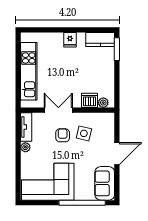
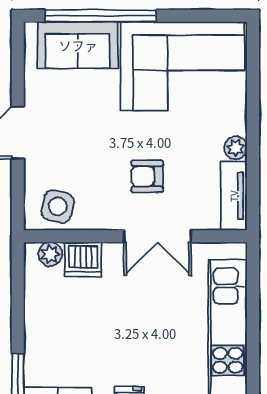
side table: (84, 133) -> (58, 206), moved
armchair: (63, 135) -> (147, 176), turned 90
sofa: (105, 183) -> (78, 45), moved, turned 90

